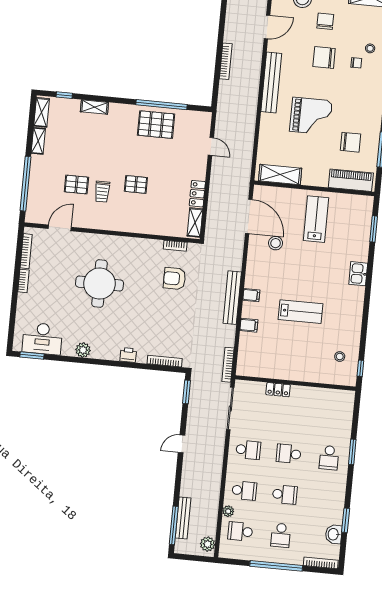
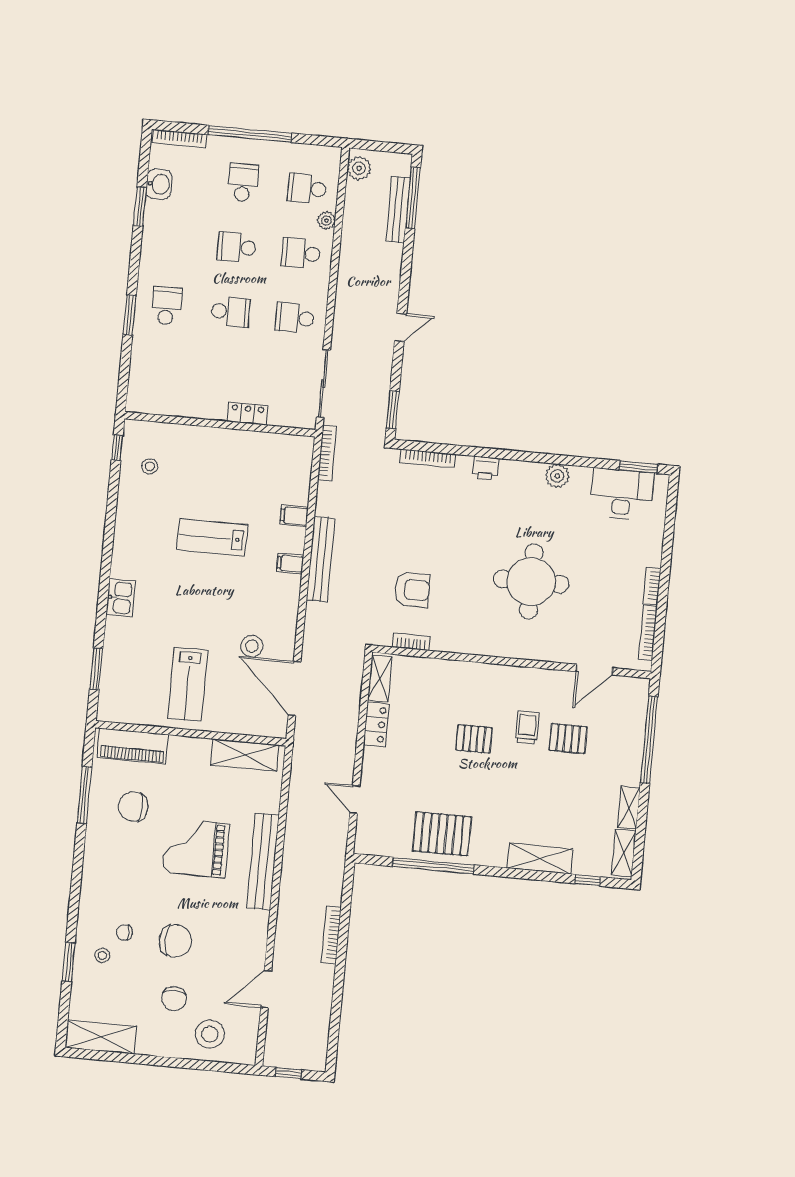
bench: (271, 83) -> (263, 862), moved
shelving: (94, 107) -> (540, 858), width x1.50, depth x1.33
school desk: (240, 531) -> (307, 189), turned 180

